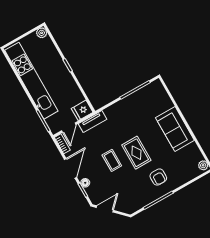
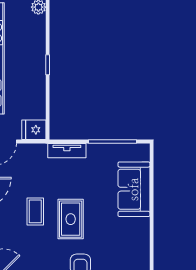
tv unit: (93, 121) -> (67, 151), moved
sofa: (175, 129) -> (134, 189), moved

